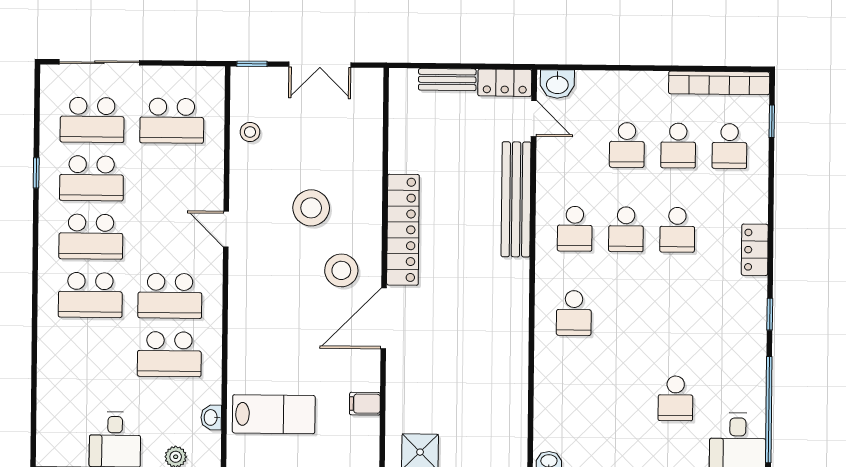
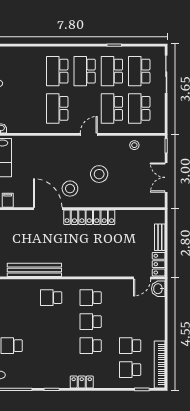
school desk: (627, 145) -> (130, 322), removed
bench: (516, 199) -> (34, 270), moved
school desk: (169, 354) -> (112, 108), moved

